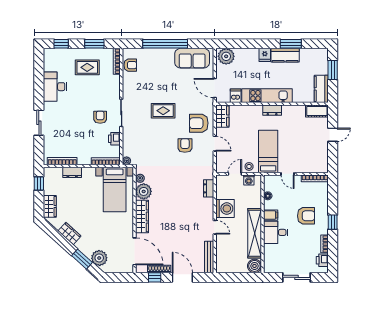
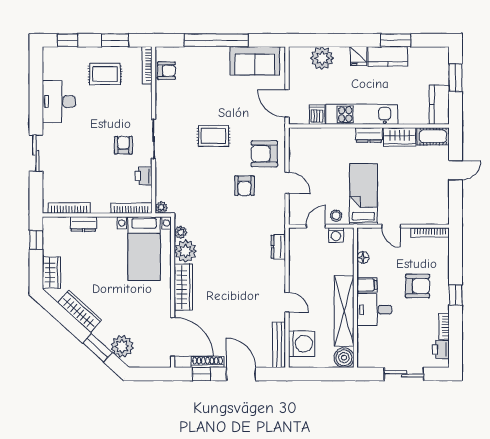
plant: (226, 56) -> (322, 58), moved
wardrobe: (222, 116) -> (399, 137), moved, turned 90
armchair: (185, 146) -> (245, 186), turned 180
washing machine: (225, 209) -> (302, 344), moved
wardrobe: (69, 234) -> (80, 311), width x1.50

